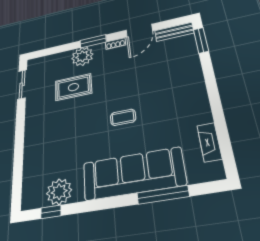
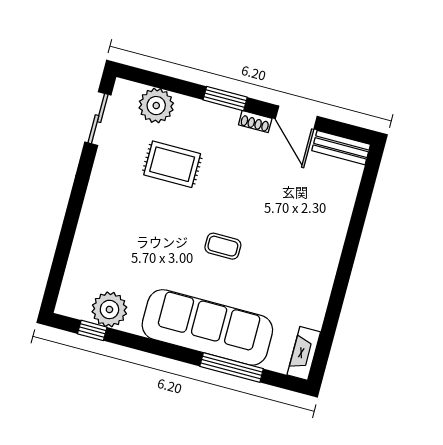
door: (139, 31) -> (296, 117), hinge flipped
window: (201, 40) -> (368, 182), removed
plant: (82, 56) -> (156, 106), moved
fireplace: (209, 142) -> (304, 353), moved

